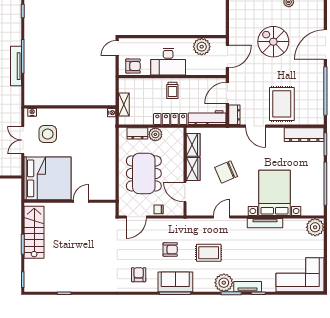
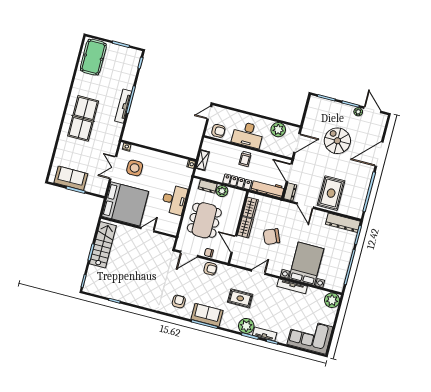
door: (227, 93) -> (289, 173), hinge flipped
desk: (103, 159) -> (174, 200), added
armchair: (170, 249) -> (210, 269), moved

